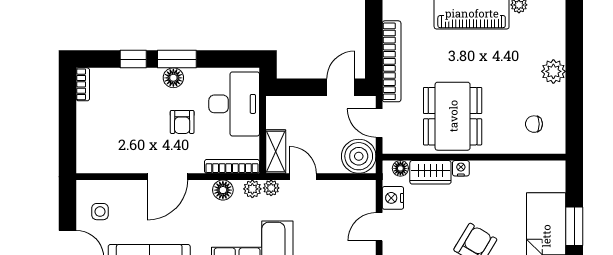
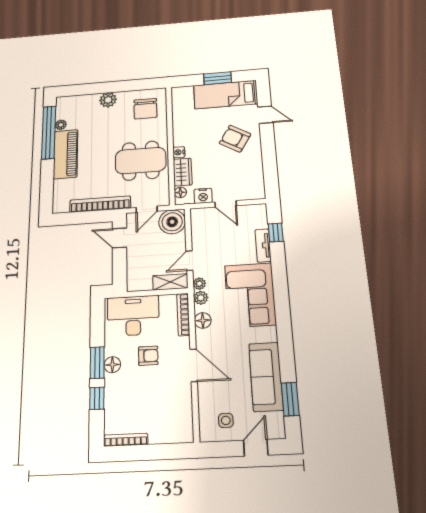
bookcase: (83, 84) -> (126, 440), width x1.56
chair: (534, 124) -> (145, 109), width x1.87, depth x1.87

